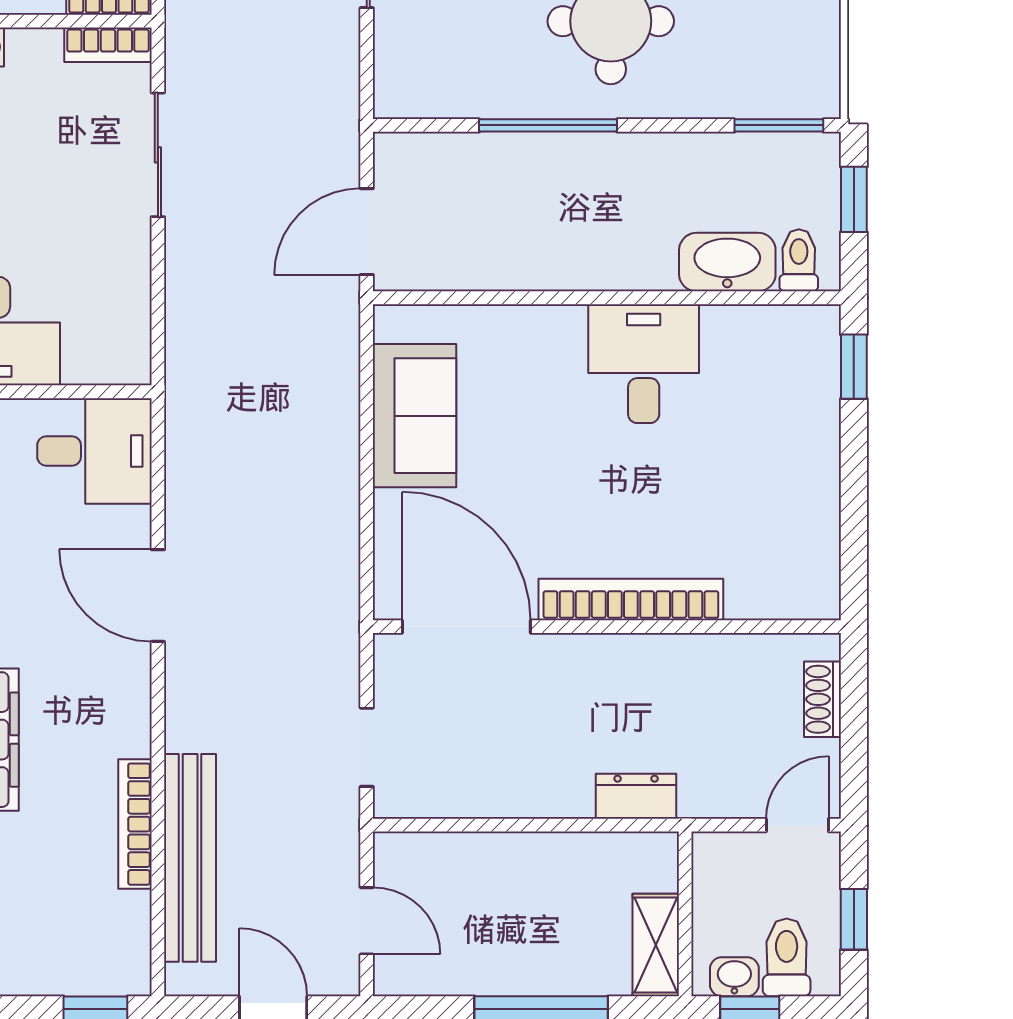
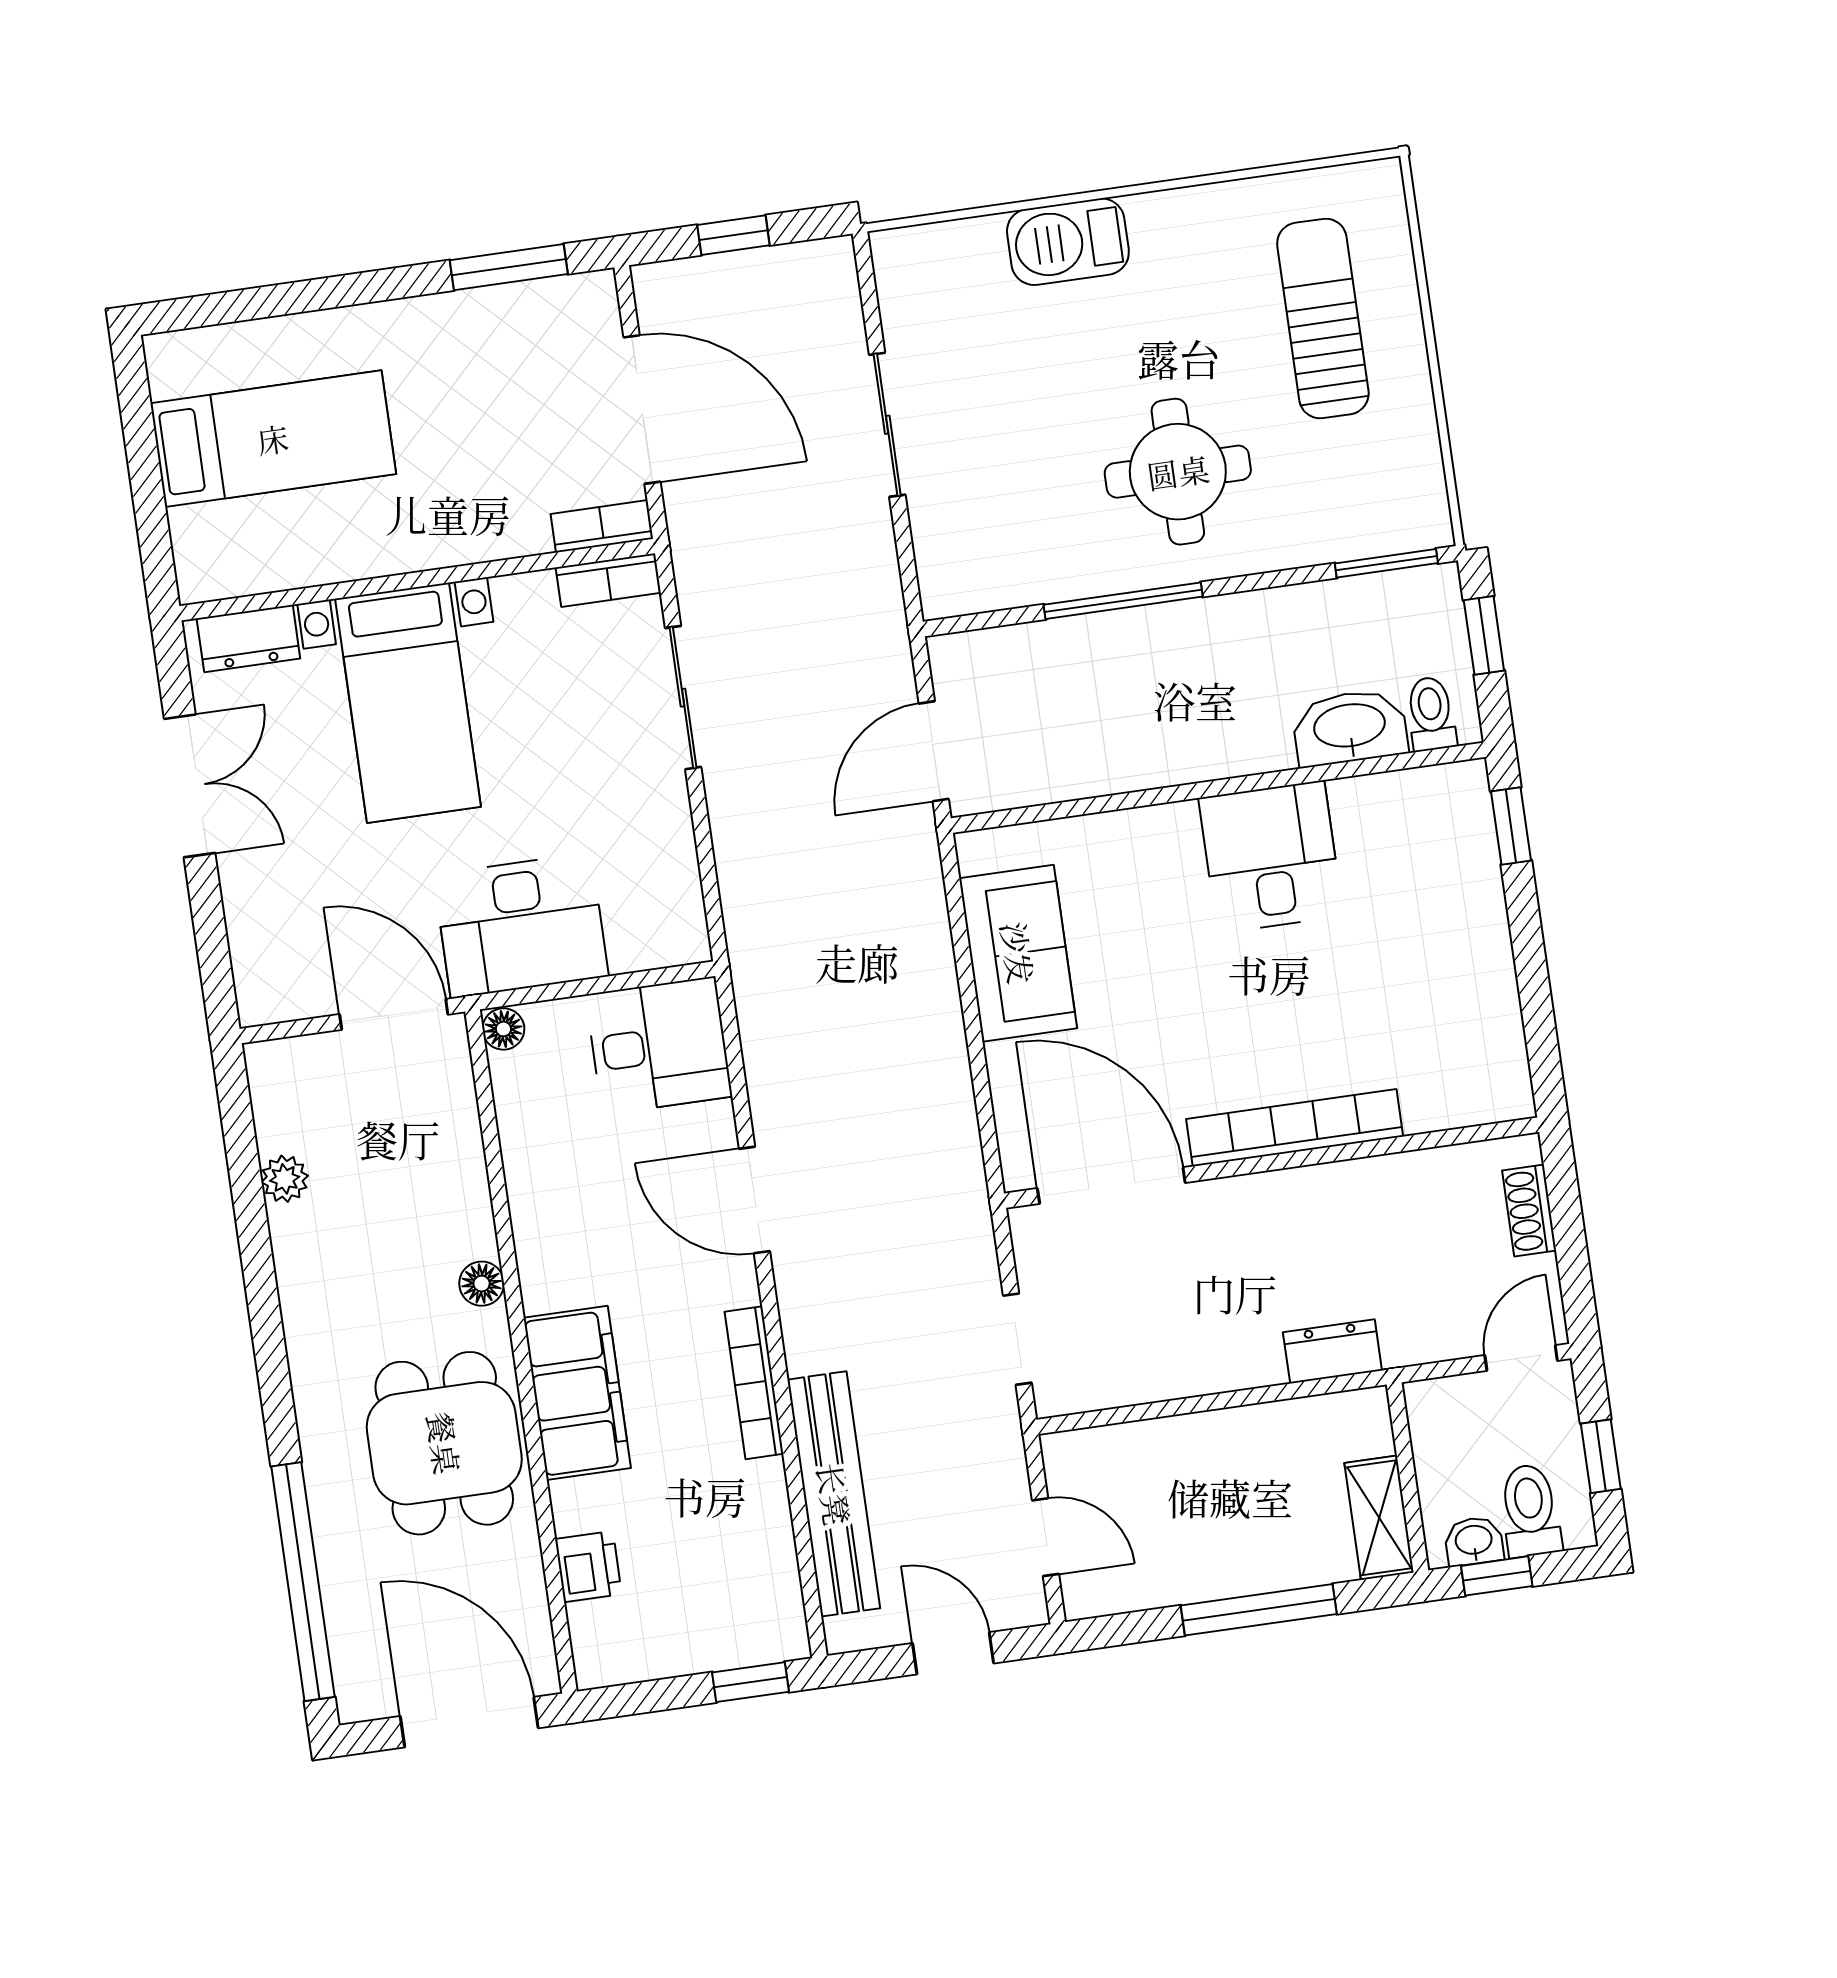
bookcase: (135, 824) -> (754, 1383), moved

